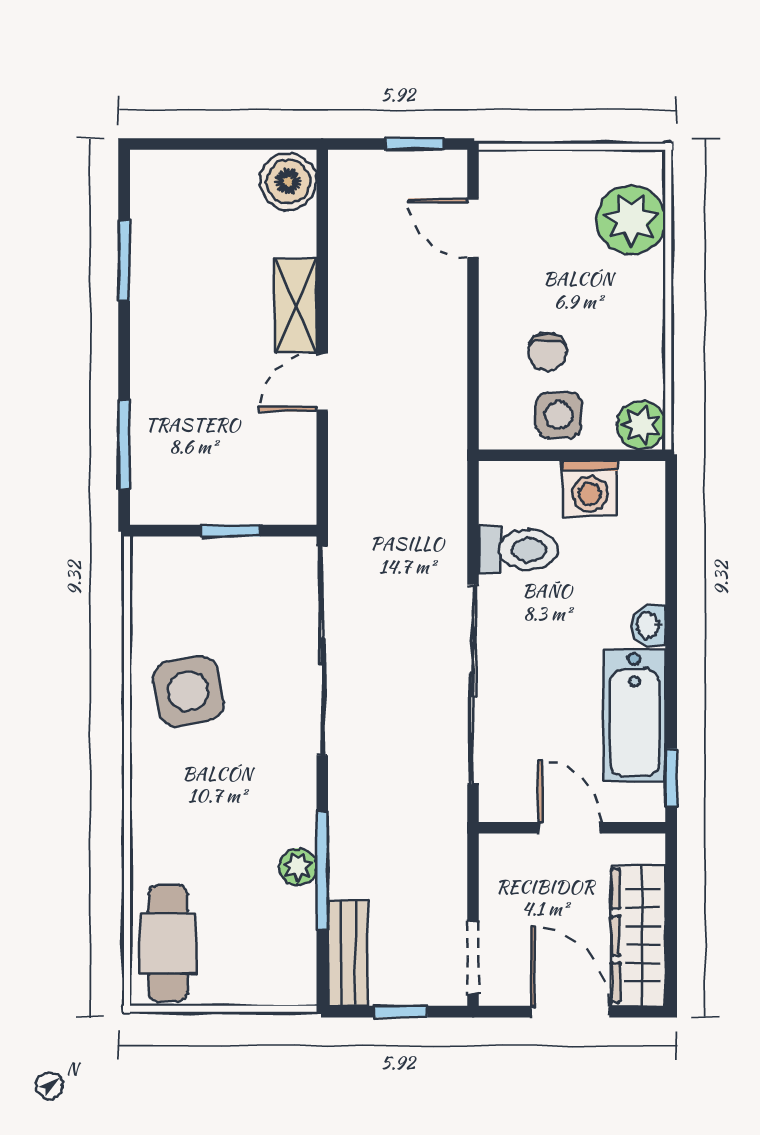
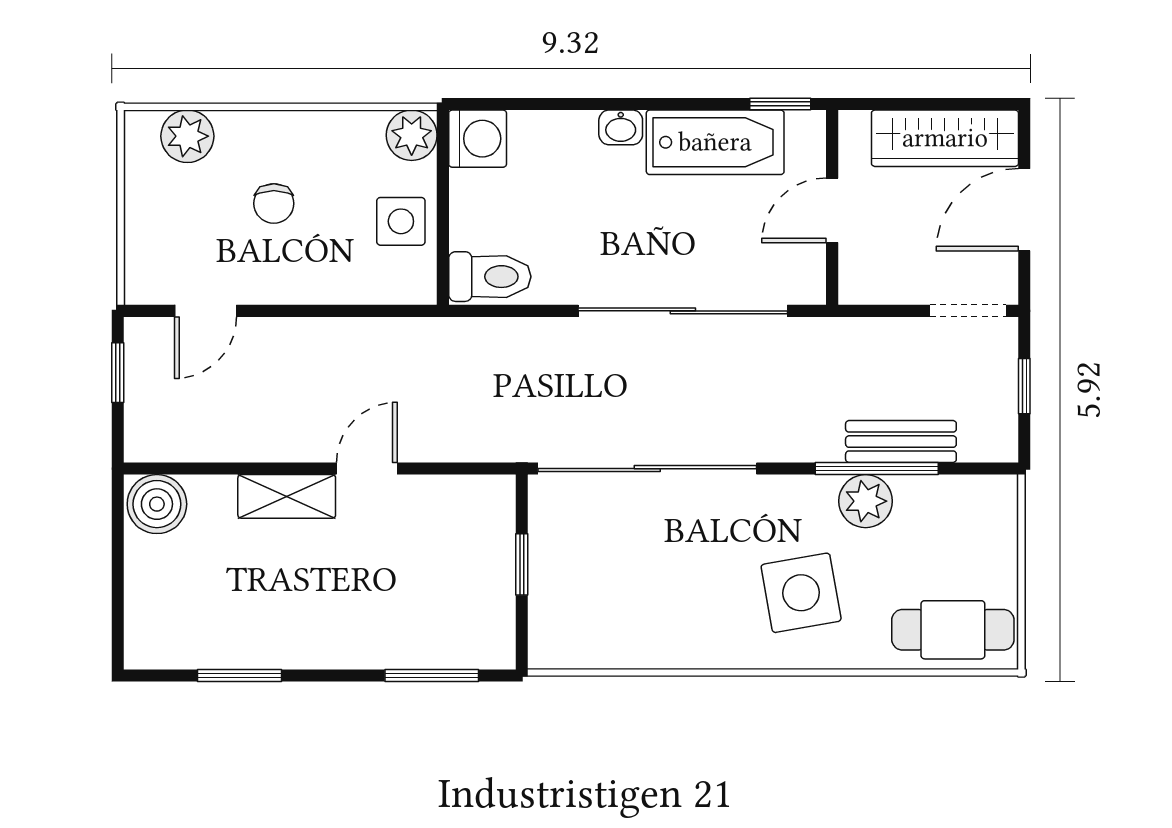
plant: (631, 220) -> (187, 136), width x0.73, depth x0.73
chair: (547, 352) -> (274, 203), moved, turned 90
door: (322, 382) -> (367, 469), swing flipped
washing machine: (590, 488) -> (478, 139), moved
toilet: (518, 550) -> (490, 277), moved, turned 90
side table: (188, 691) -> (801, 593), moved
plant: (298, 867) -> (866, 501), width x1.38, depth x1.38
bench: (348, 953) -> (901, 442), moved

